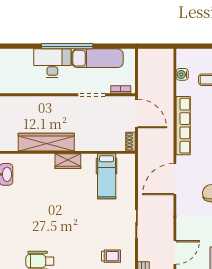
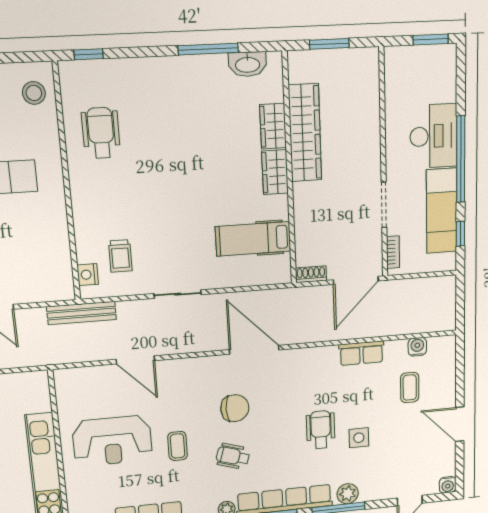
window: (112, 46) -> (460, 234), added
row of seats: (183, 126) -> (361, 353), width x0.50
wardrobe: (41, 161) -> (273, 126), added

